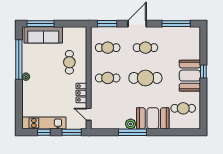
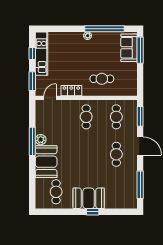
sofa: (43, 35) -> (129, 48), width x0.73
cafe table: (145, 78) -> (86, 154), removed

